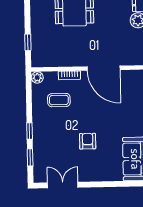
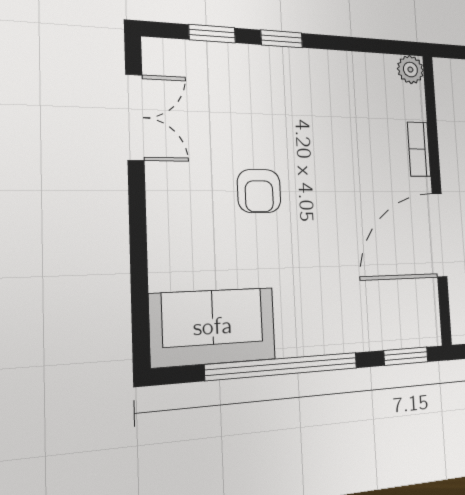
coffee table: (59, 100) -> (360, 120), removed
armchair: (88, 141) -> (259, 191), turned 90

